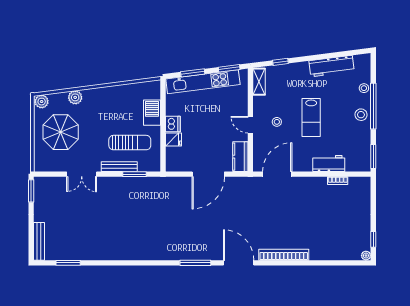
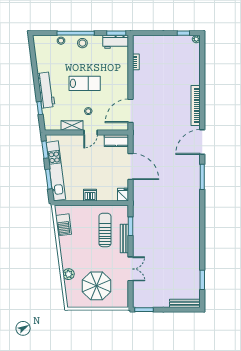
workbench: (332, 66) -> (46, 90), moved
shelving: (259, 82) -> (72, 126), moved
plant: (42, 102) -> (72, 301), removed
barbecue: (152, 113) -> (63, 225), moved, turned -97
fridge: (173, 140) -> (123, 195), moved
workbench: (329, 163) -> (116, 42), moved, turned -90
door: (277, 174) -> (131, 111), hinge flipped

